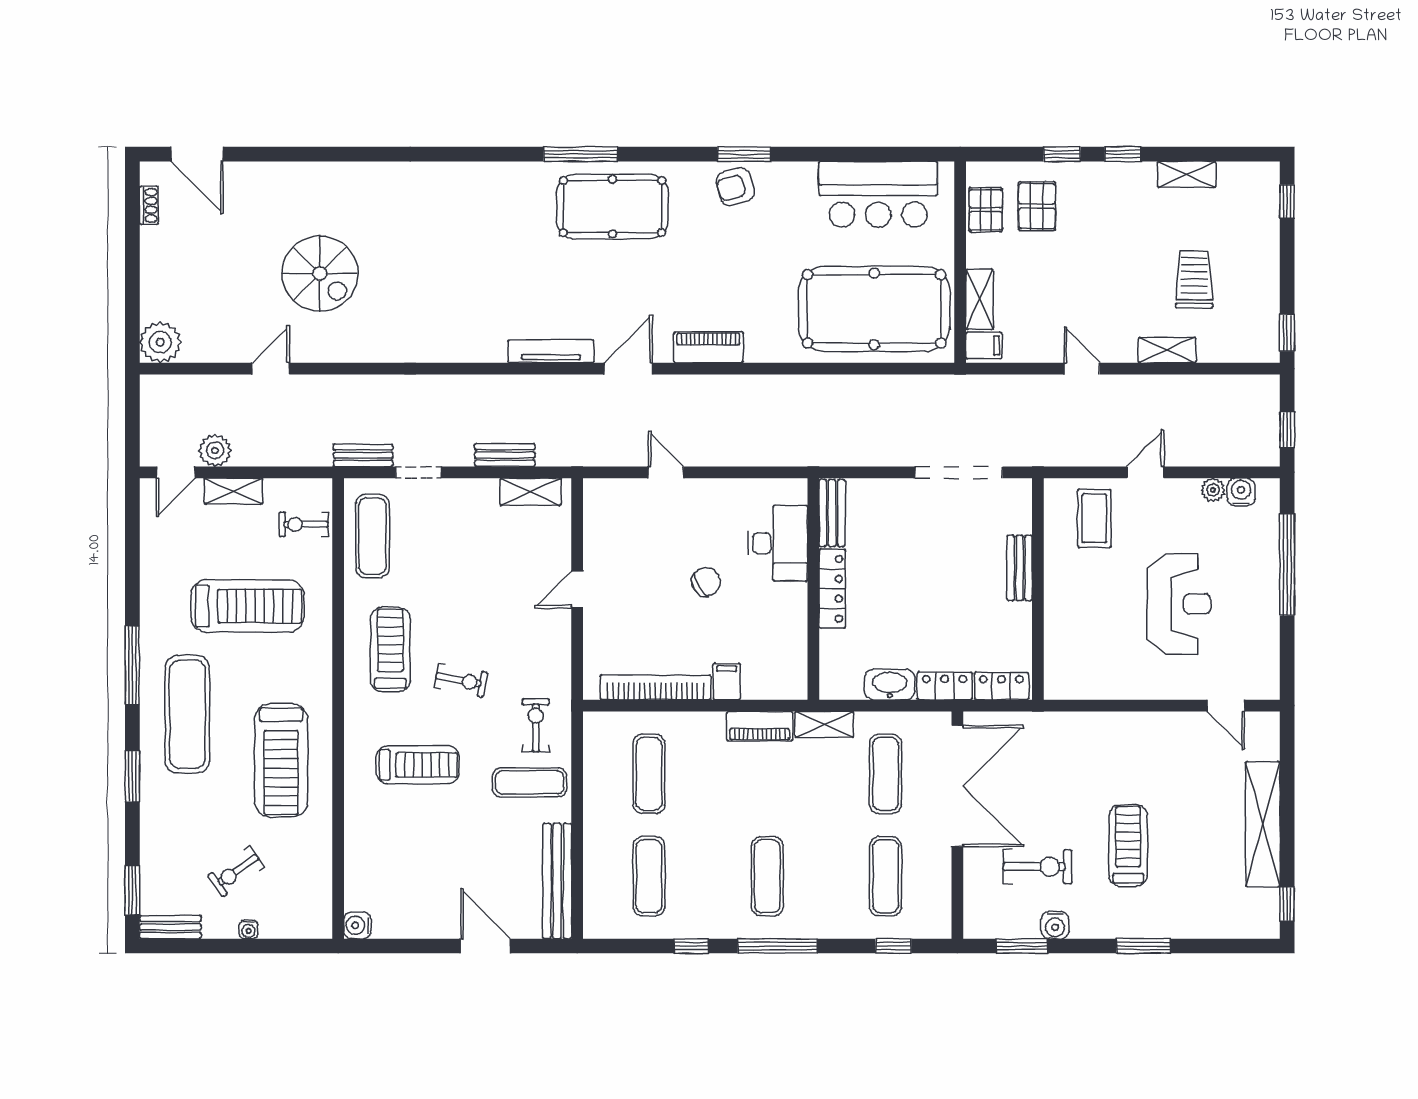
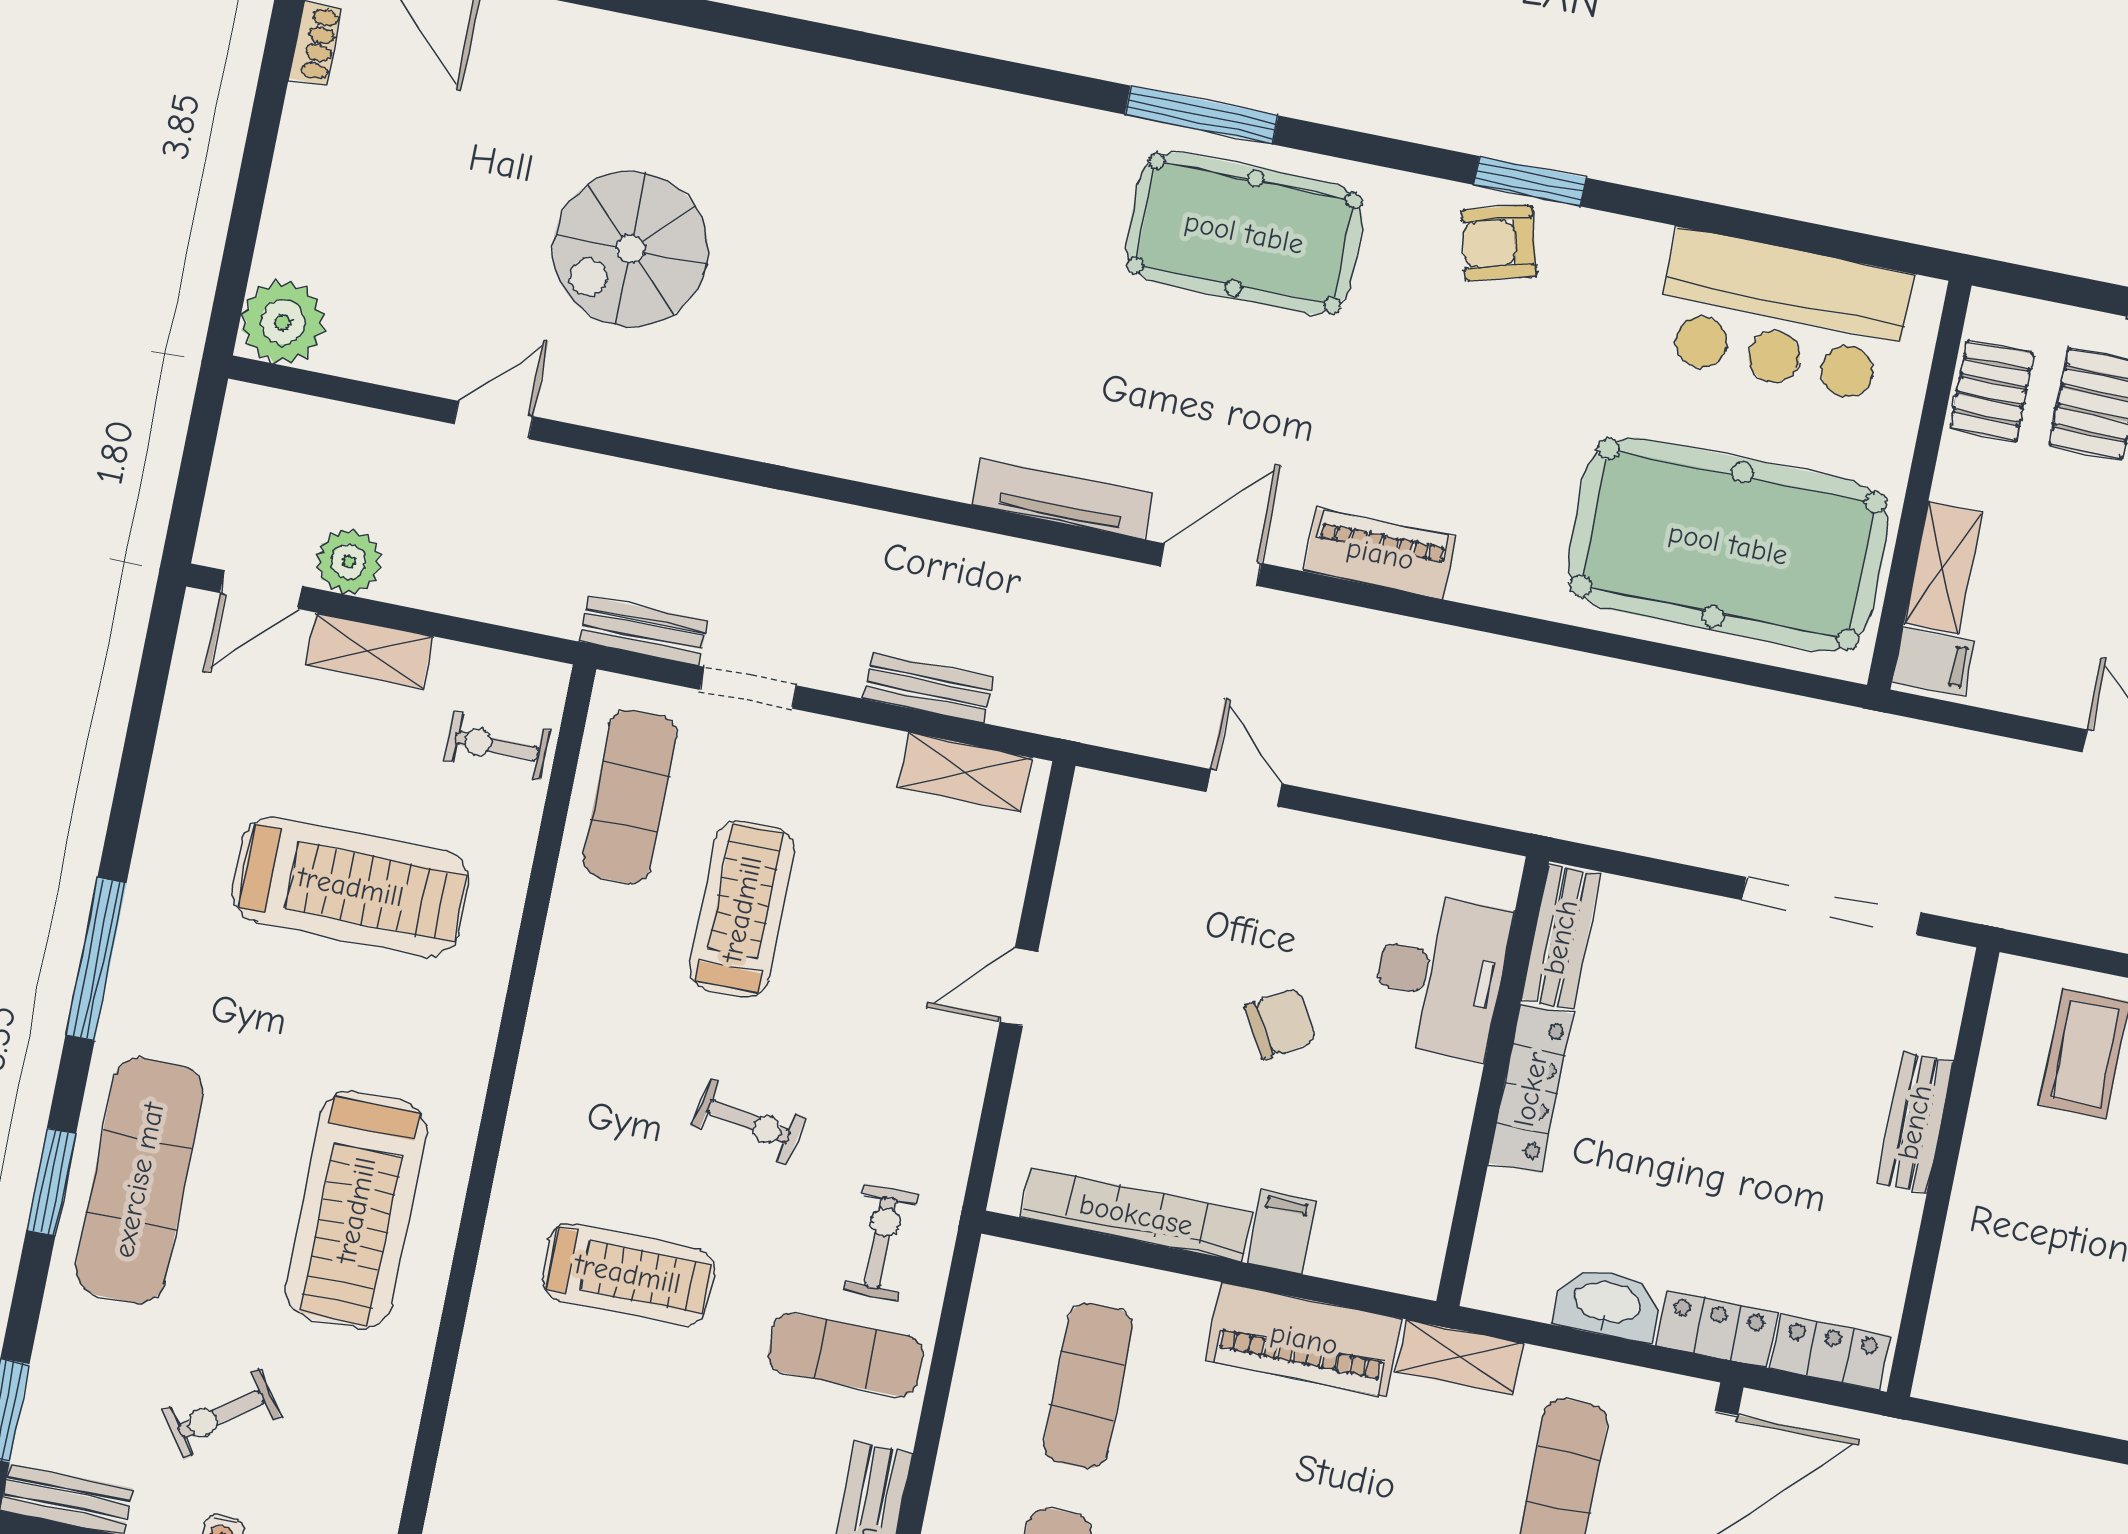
spiral stairs: (320, 274) -> (630, 249), turned 90
treadmill: (390, 650) -> (742, 909), moved
exercise mat: (187, 714) -> (139, 1180), moved
piano: (760, 726) -> (1304, 1339), width x1.37, depth x1.33

